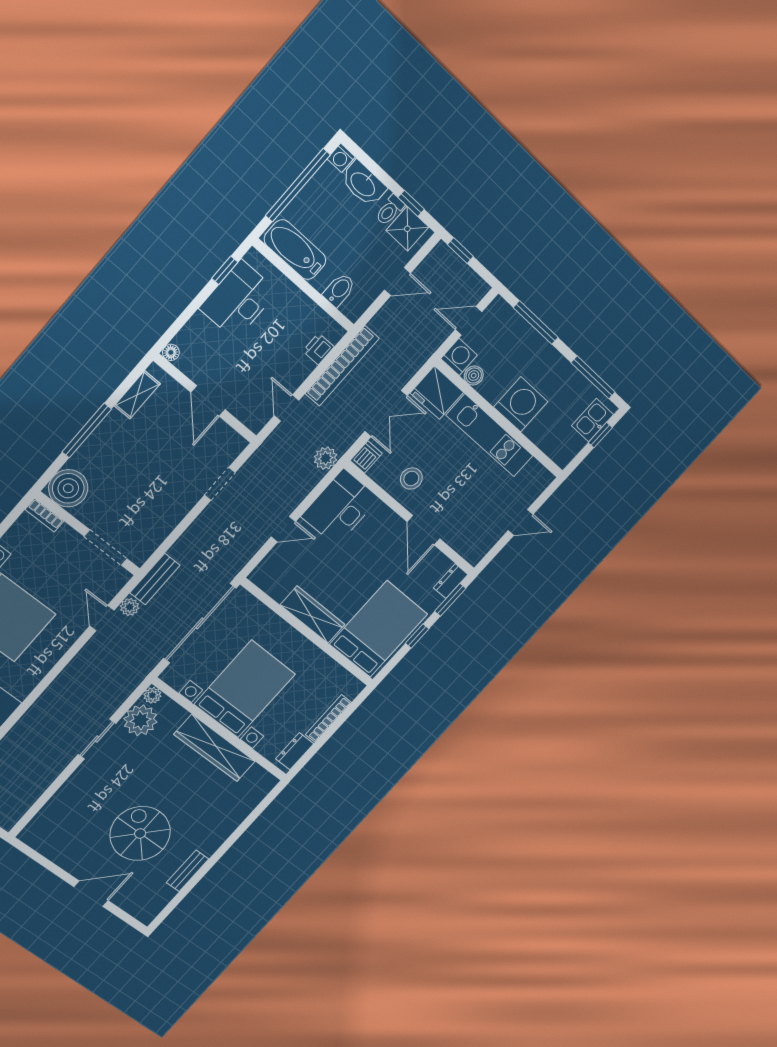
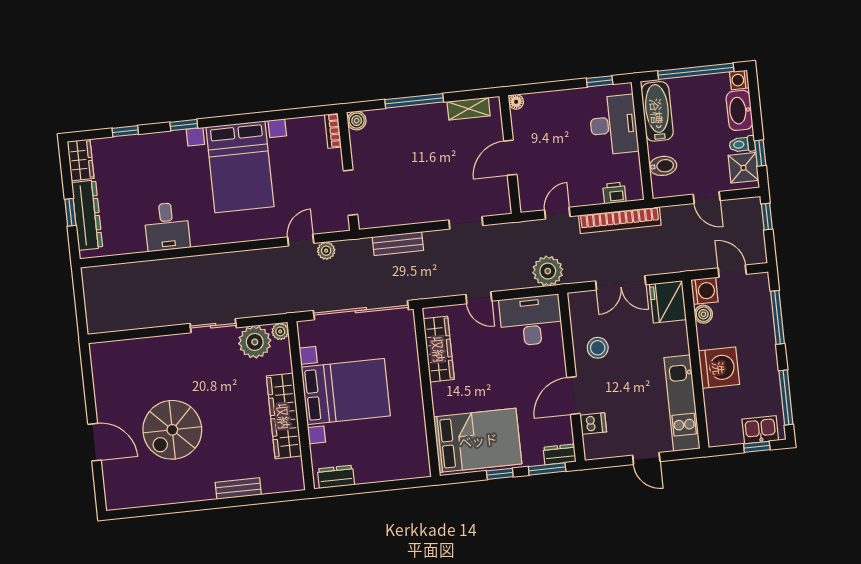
desk: (238, 300) -> (614, 125), moved, turned 90
kitchen unit: (490, 436) -> (682, 403), moved
dishwasher: (366, 457) -> (593, 424), moved
plant: (326, 458) -> (548, 271), width x1.36, depth x1.36
boiler: (68, 488) -> (357, 121), width x0.54, depth x0.54
bench: (155, 579) -> (398, 244), moved
wardrobe: (313, 615) -> (439, 349), moved
bookcase: (328, 718) -> (382, 475), removed
spiral stairs: (140, 833) -> (172, 430), turned 180
bench: (188, 871) -> (238, 488), moved

